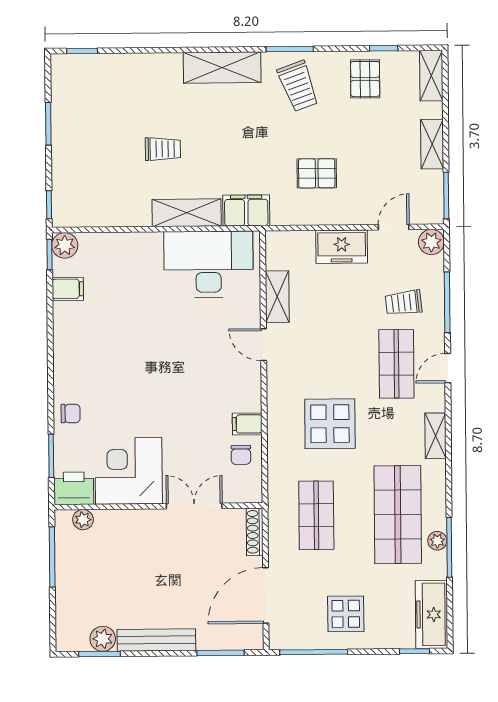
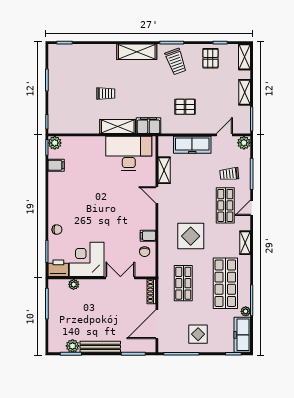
freezer: (342, 247) -> (192, 145), width x1.40
plant: (83, 520) -> (74, 284), moved
plant: (437, 541) -> (246, 311), moved

